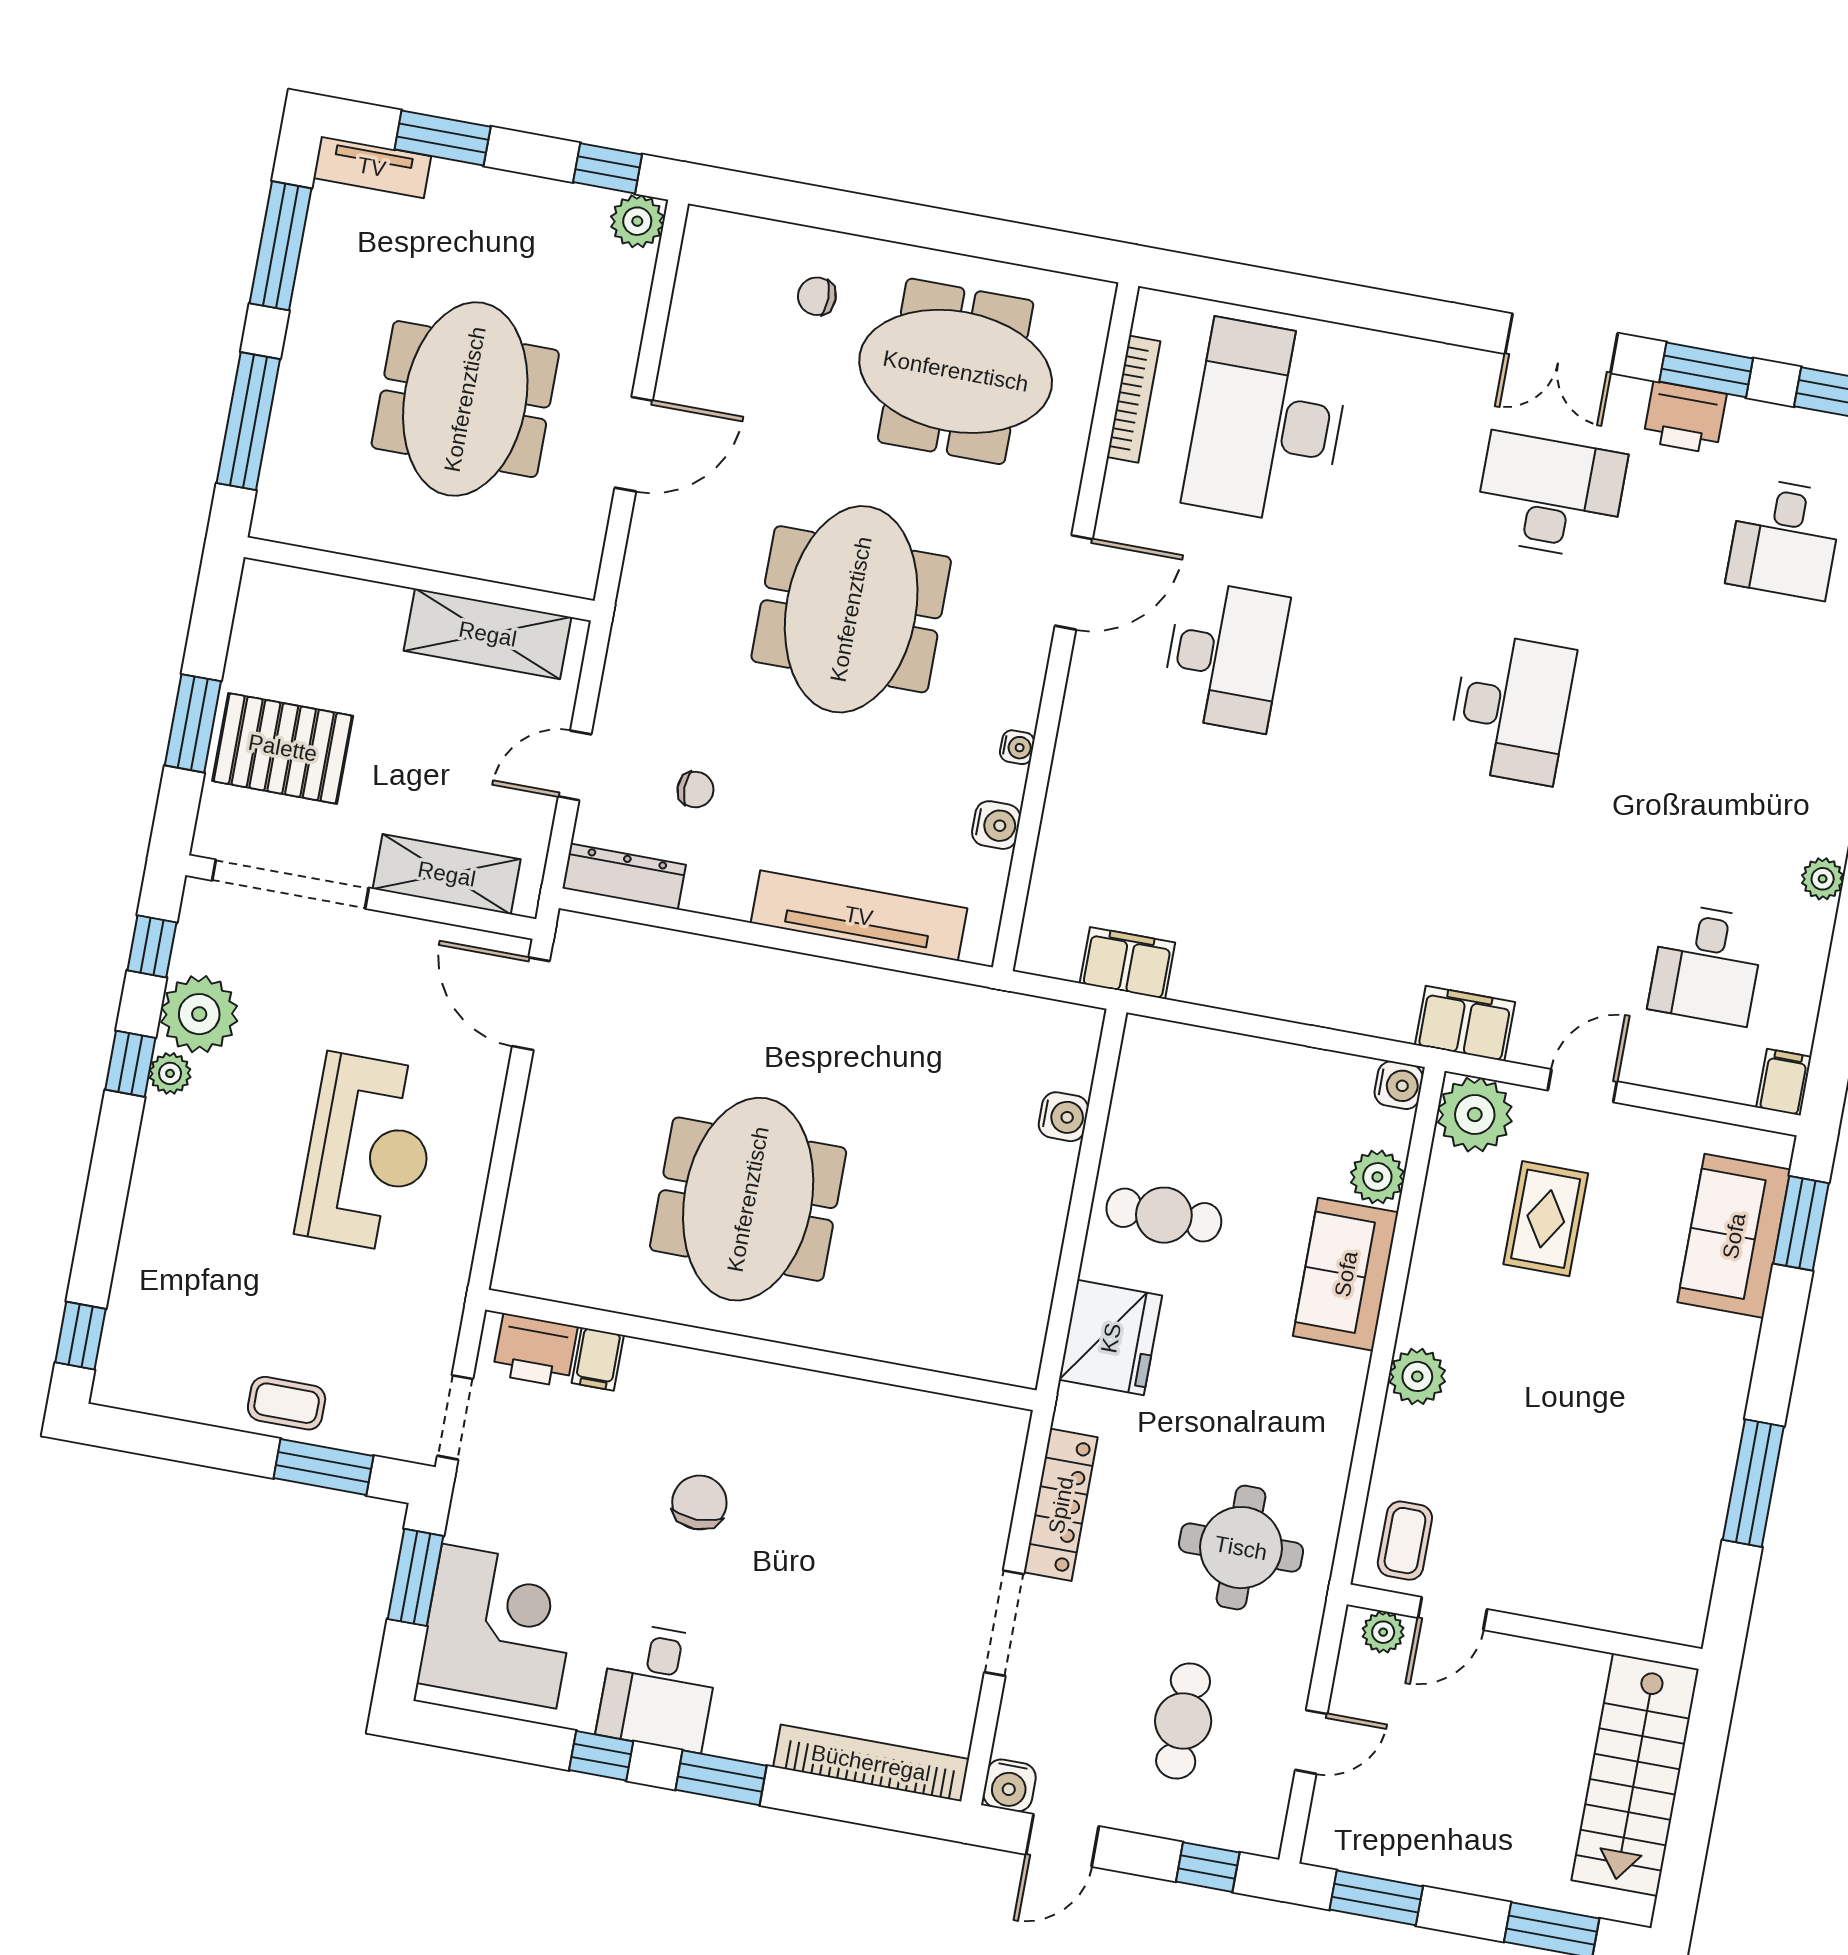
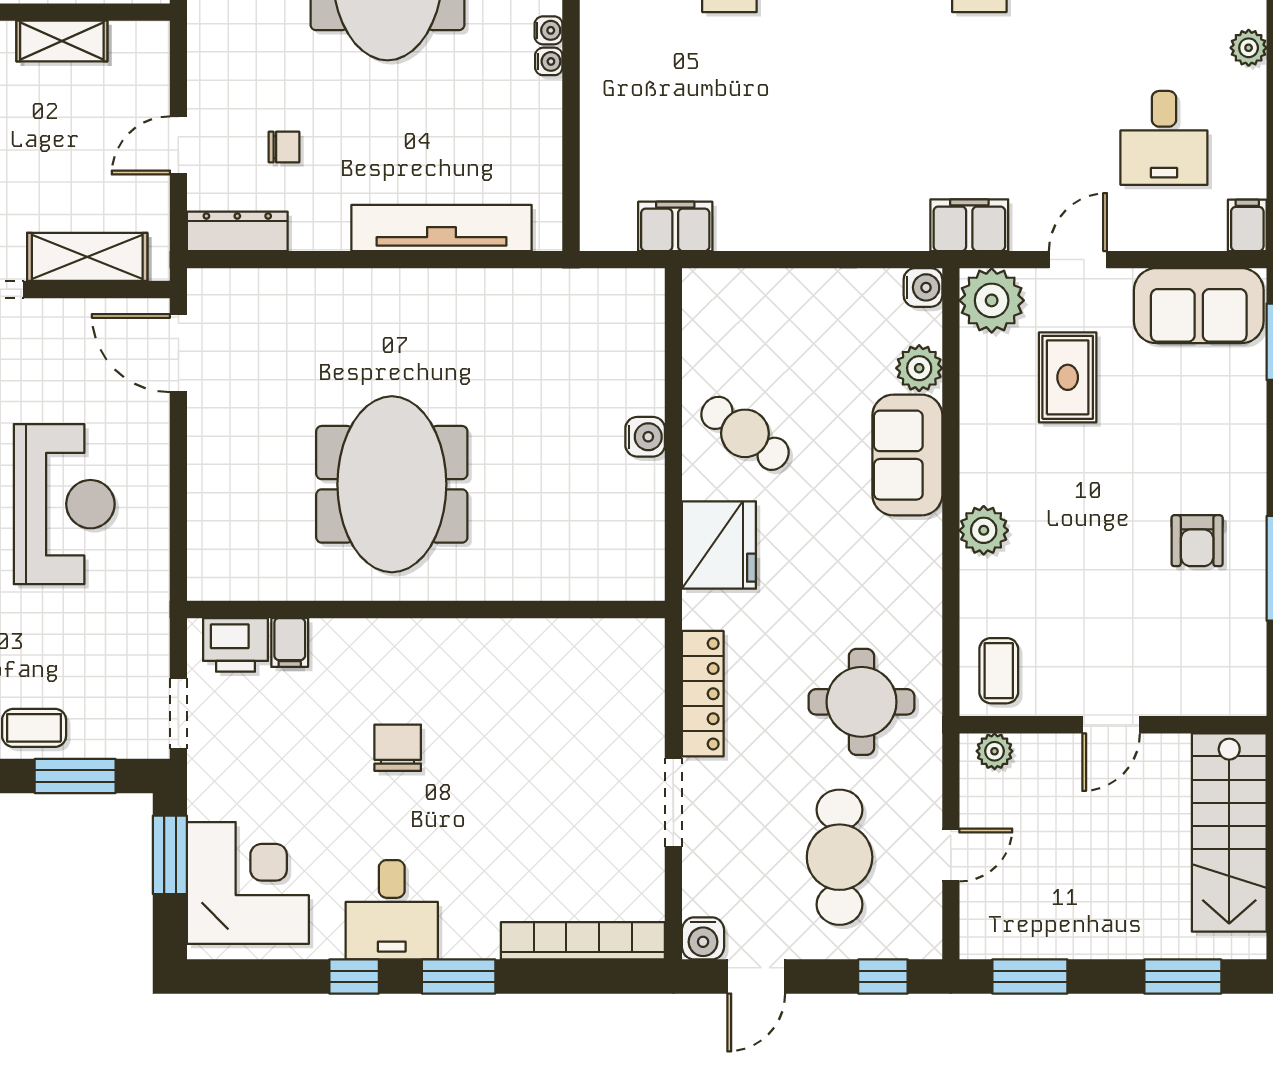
shelving: (488, 634) -> (62, 41), width x0.67, depth x0.75
water cooler: (996, 825) -> (548, 30), moved, width x0.72, depth x0.72
water cooler: (1063, 1117) -> (645, 437), moved
cafe table: (1164, 1215) -> (745, 433), turned 36
sofa: (1734, 1236) -> (1199, 306), moved, turned -90
armchair: (1660, 1433) -> (1197, 541), added
door: (1453, 1613) -> (1111, 725), moved
cafe table: (1183, 1721) -> (840, 857), width x1.37, depth x1.35

